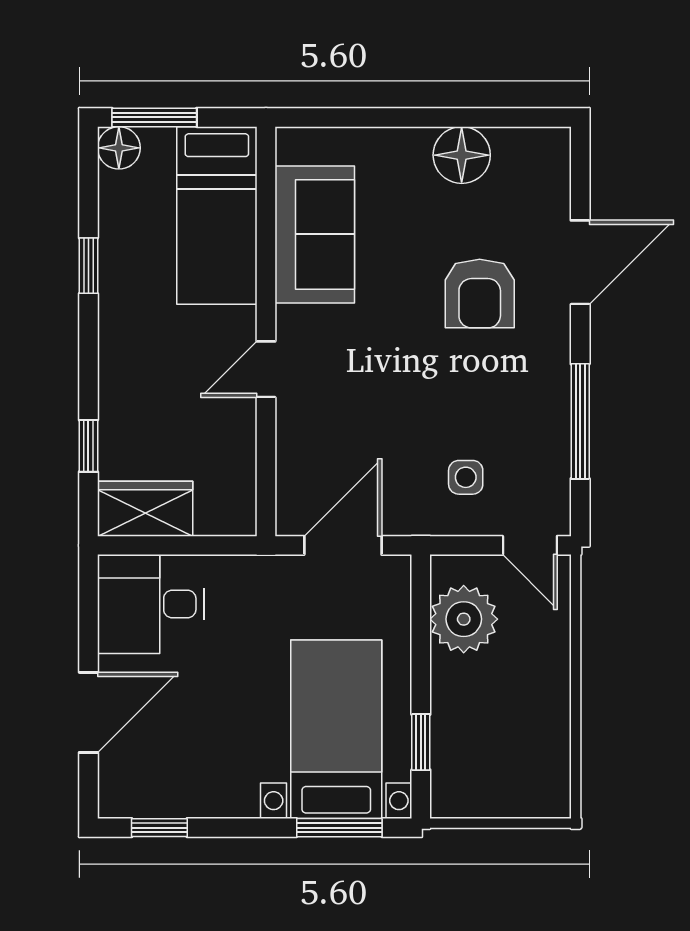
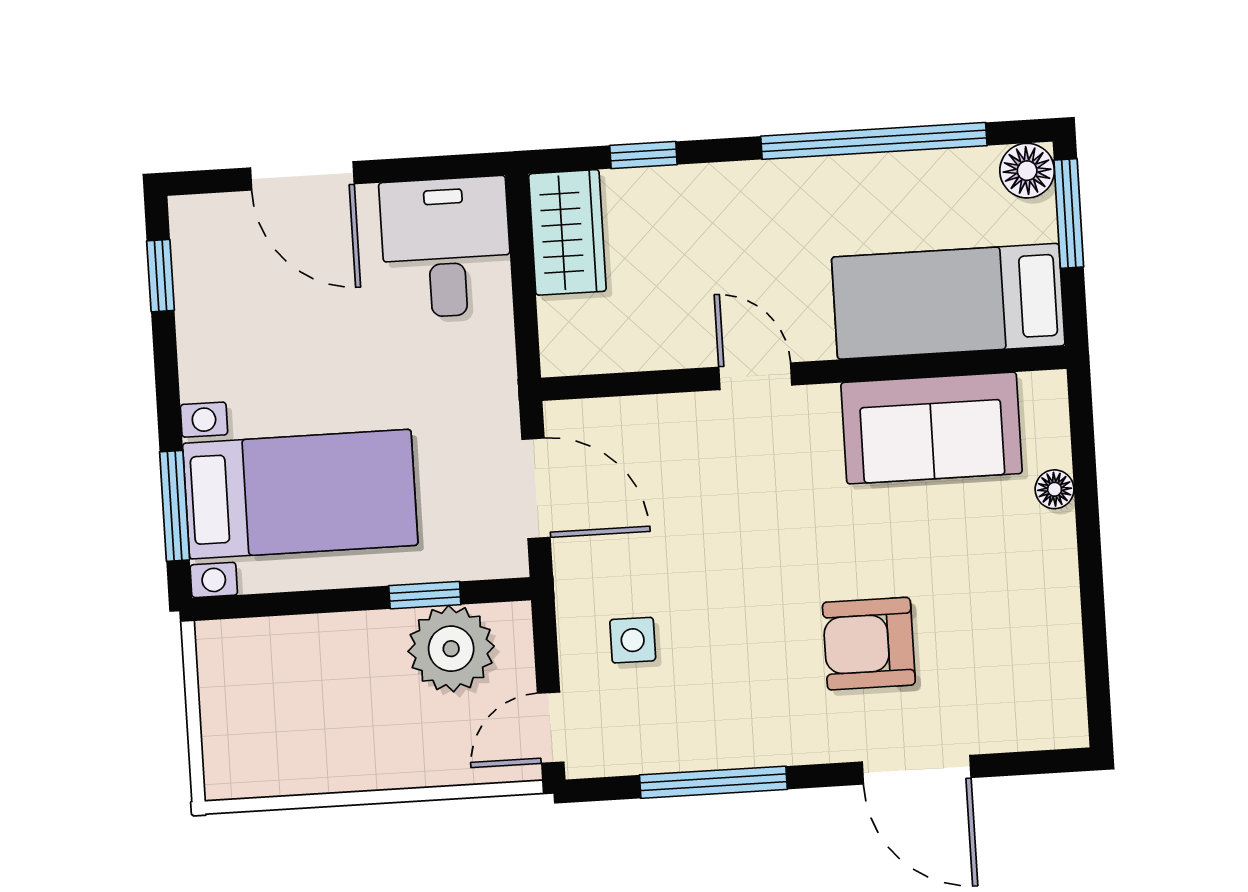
floor lamp: (462, 155) -> (1055, 489), moved, width x0.53, depth x0.53
window: (88, 266) -> (874, 141), width x3.17
window: (421, 742) -> (425, 595), moved

